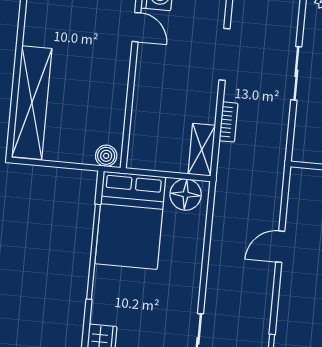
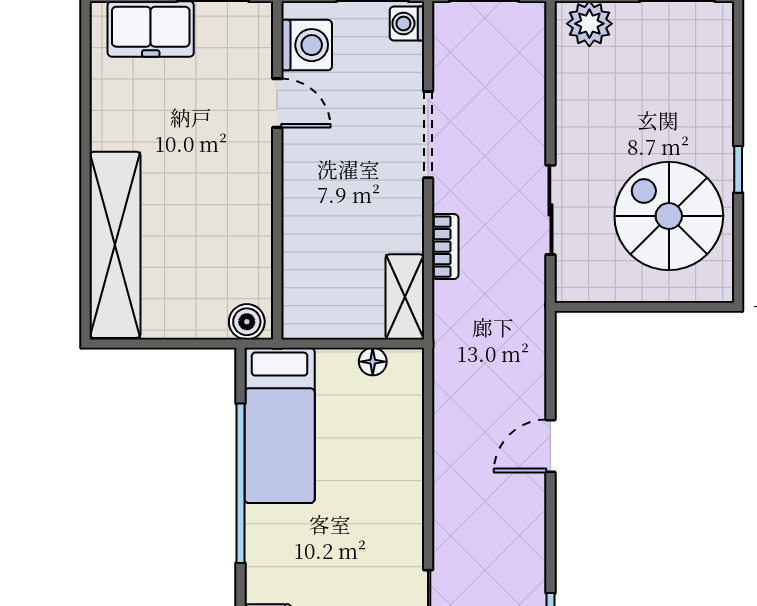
sliding door: (296, 73) -> (550, 210), moved
floor lamp: (186, 194) -> (373, 362), width x0.53, depth x0.53
bed: (130, 220) -> (280, 425), width x0.67

